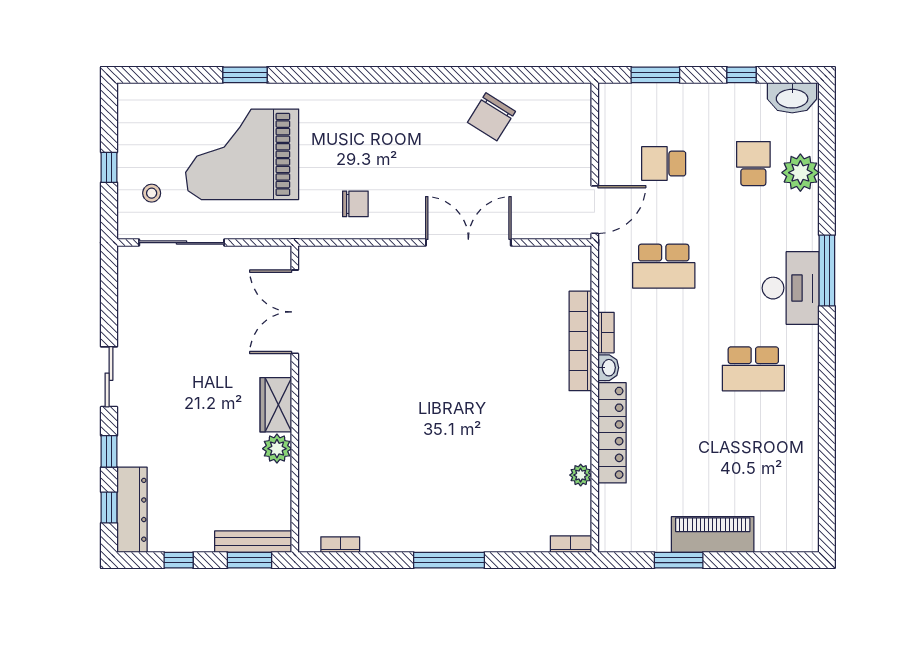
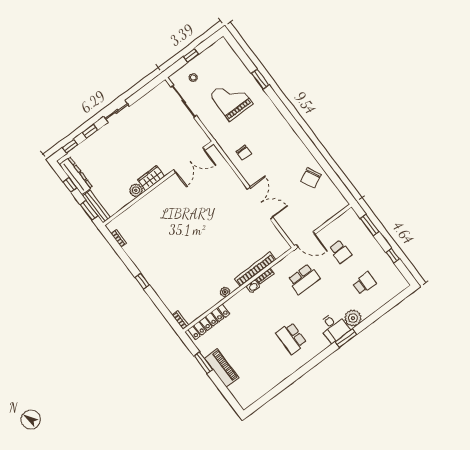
washbasin: (792, 98) -> (398, 280), removed
chair: (491, 117) -> (311, 178), turned -59
grand piano: (242, 154) -> (231, 99), width x0.73, depth x0.68
school desk: (664, 164) -> (340, 252), turned 180
plant: (800, 173) -> (353, 318), moved
school desk: (664, 266) -> (304, 279), turned -90
window: (827, 270) -> (346, 338), width x0.69
desk: (791, 288) -> (334, 327), width x0.73
double door: (295, 312) -> (189, 160), swing flipped
locker: (612, 433) -> (209, 322), moved
plant: (581, 475) -> (225, 292), moved
dresser: (132, 510) -> (76, 176), moved, turned -90
window: (449, 560) -> (142, 281), width x0.46

